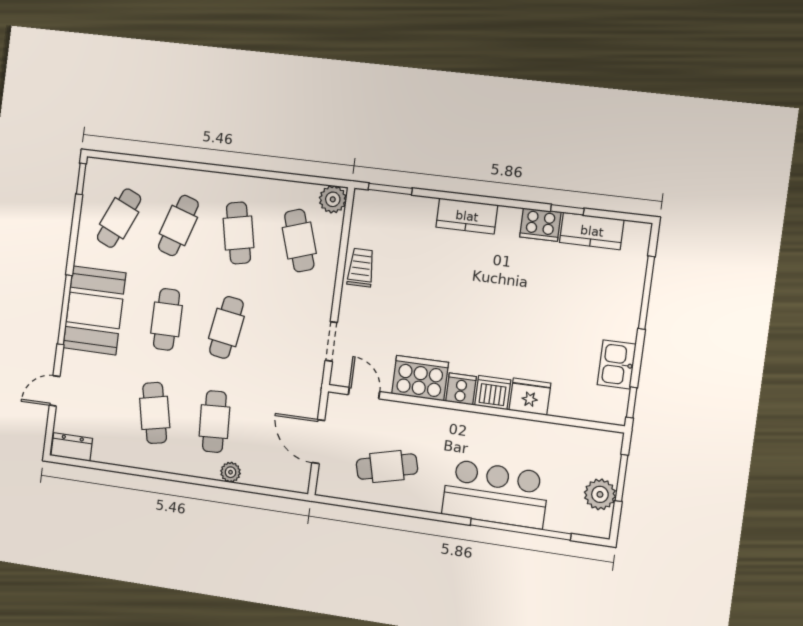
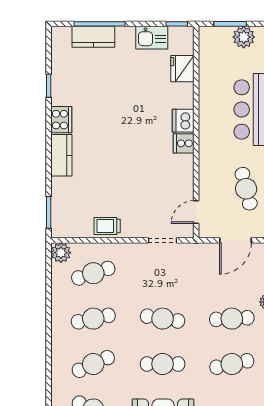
cooker: (540, 225) -> (61, 120), moved
cafe table: (178, 226) -> (93, 364), turned -42
kitchen counter: (592, 231) -> (93, 37), moved, turned 90
cooker: (420, 378) -> (180, 173), removed
fridge: (530, 397) -> (182, 69), moved

